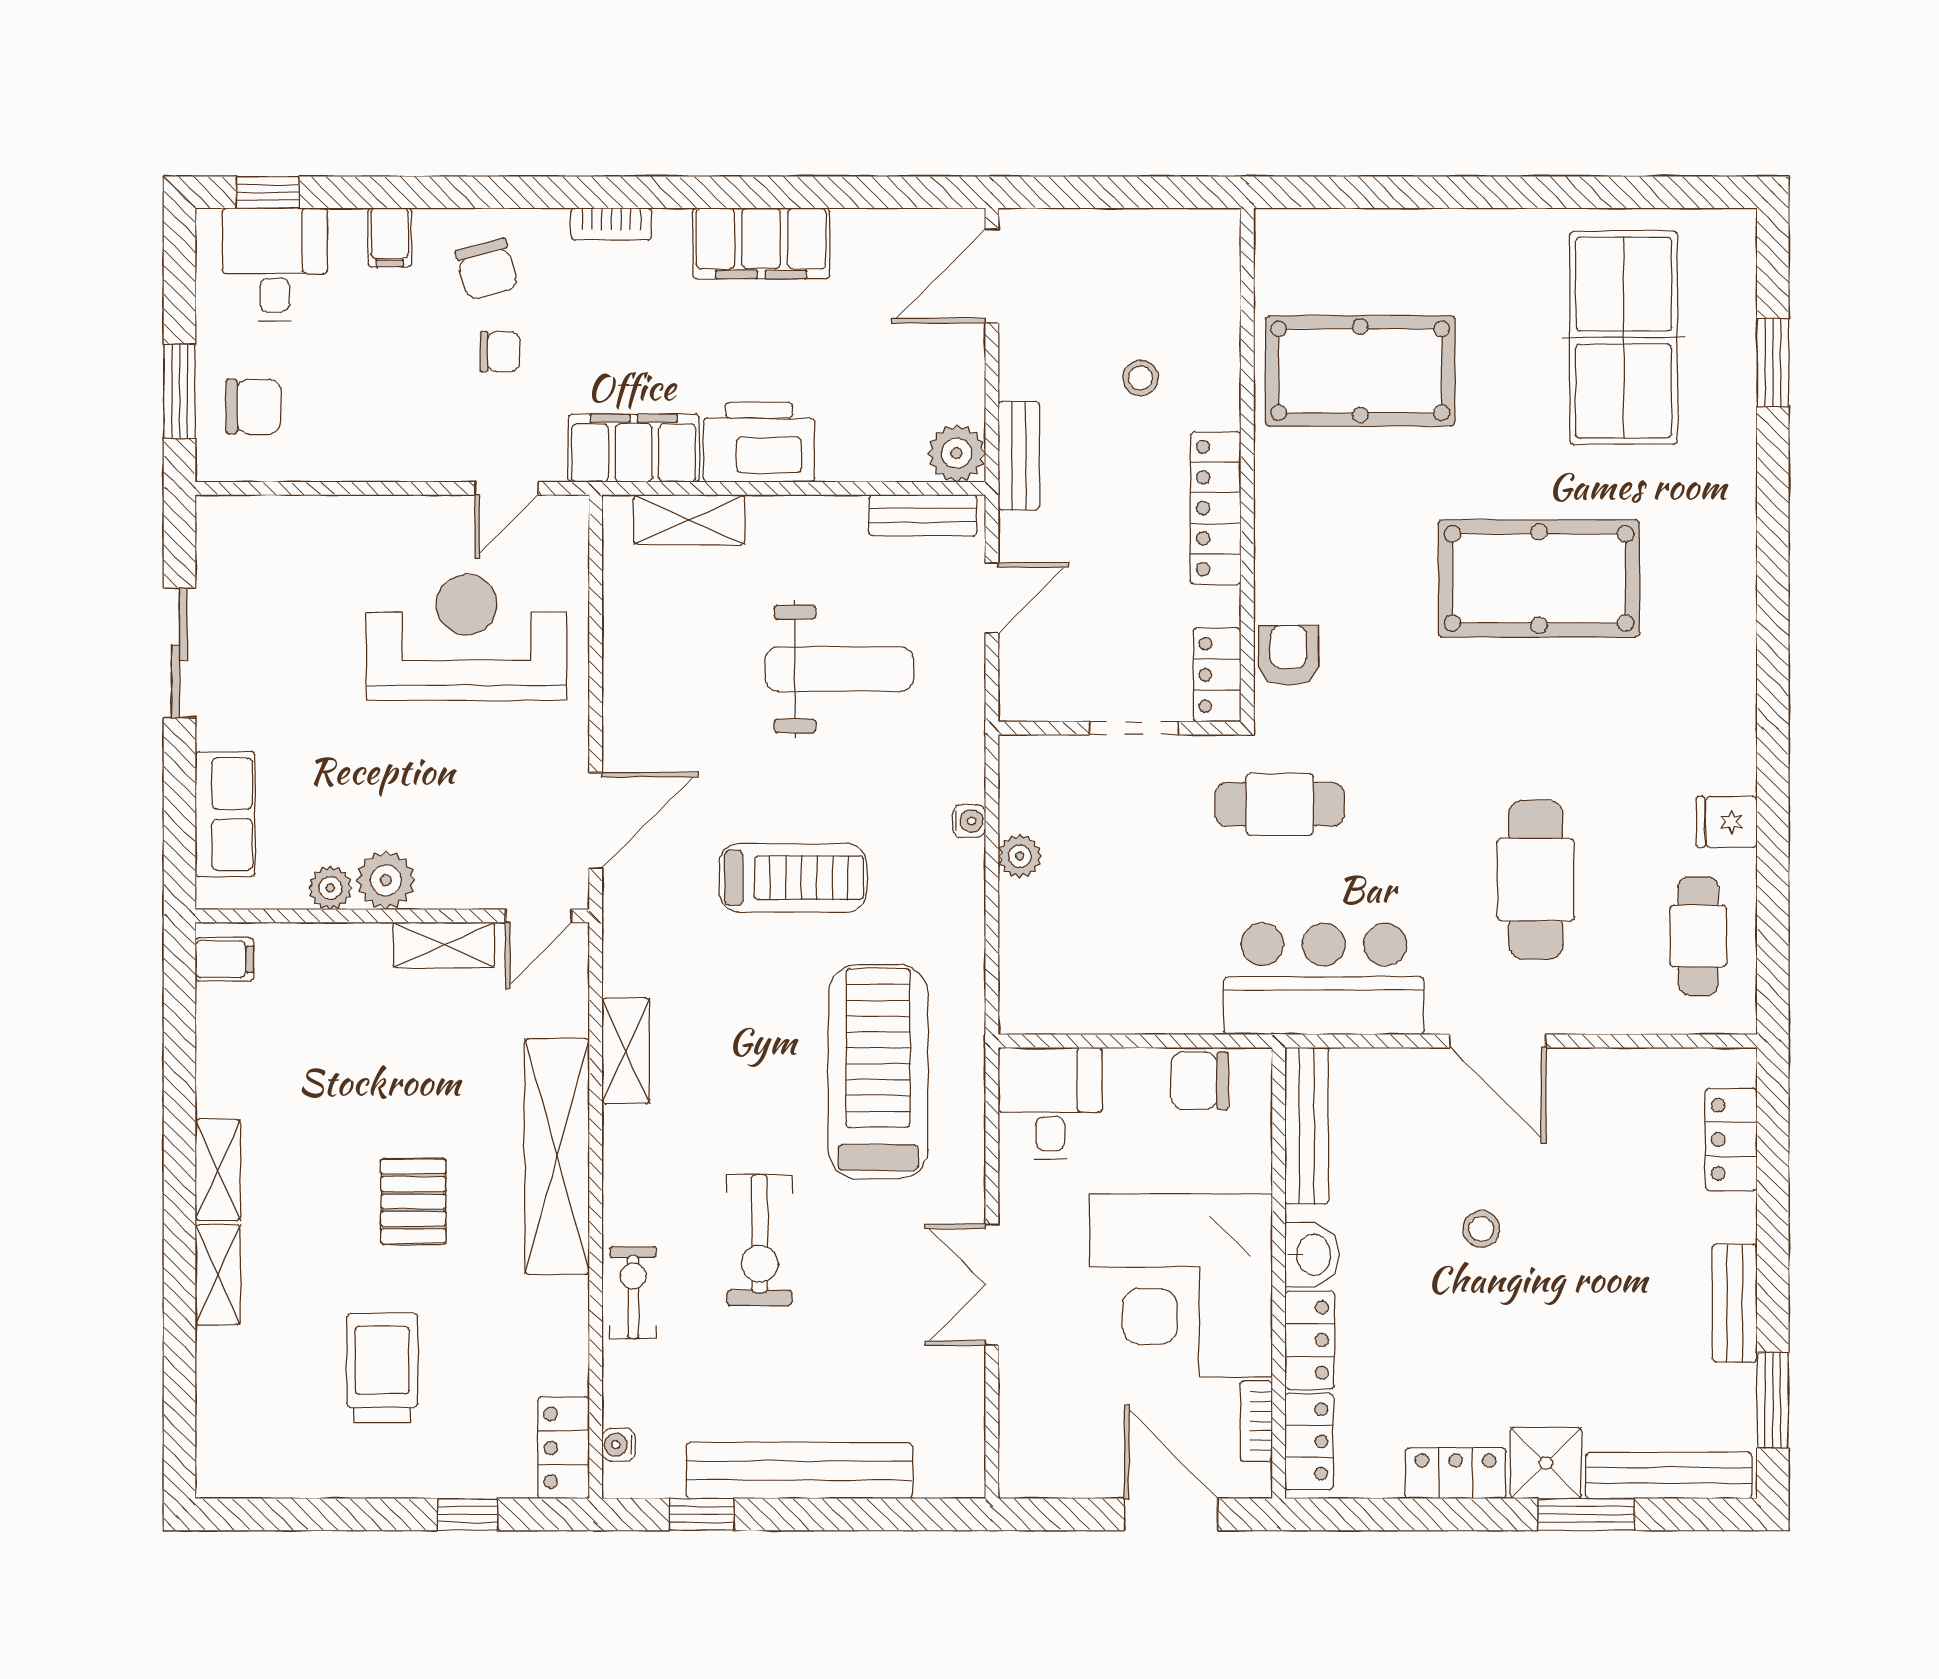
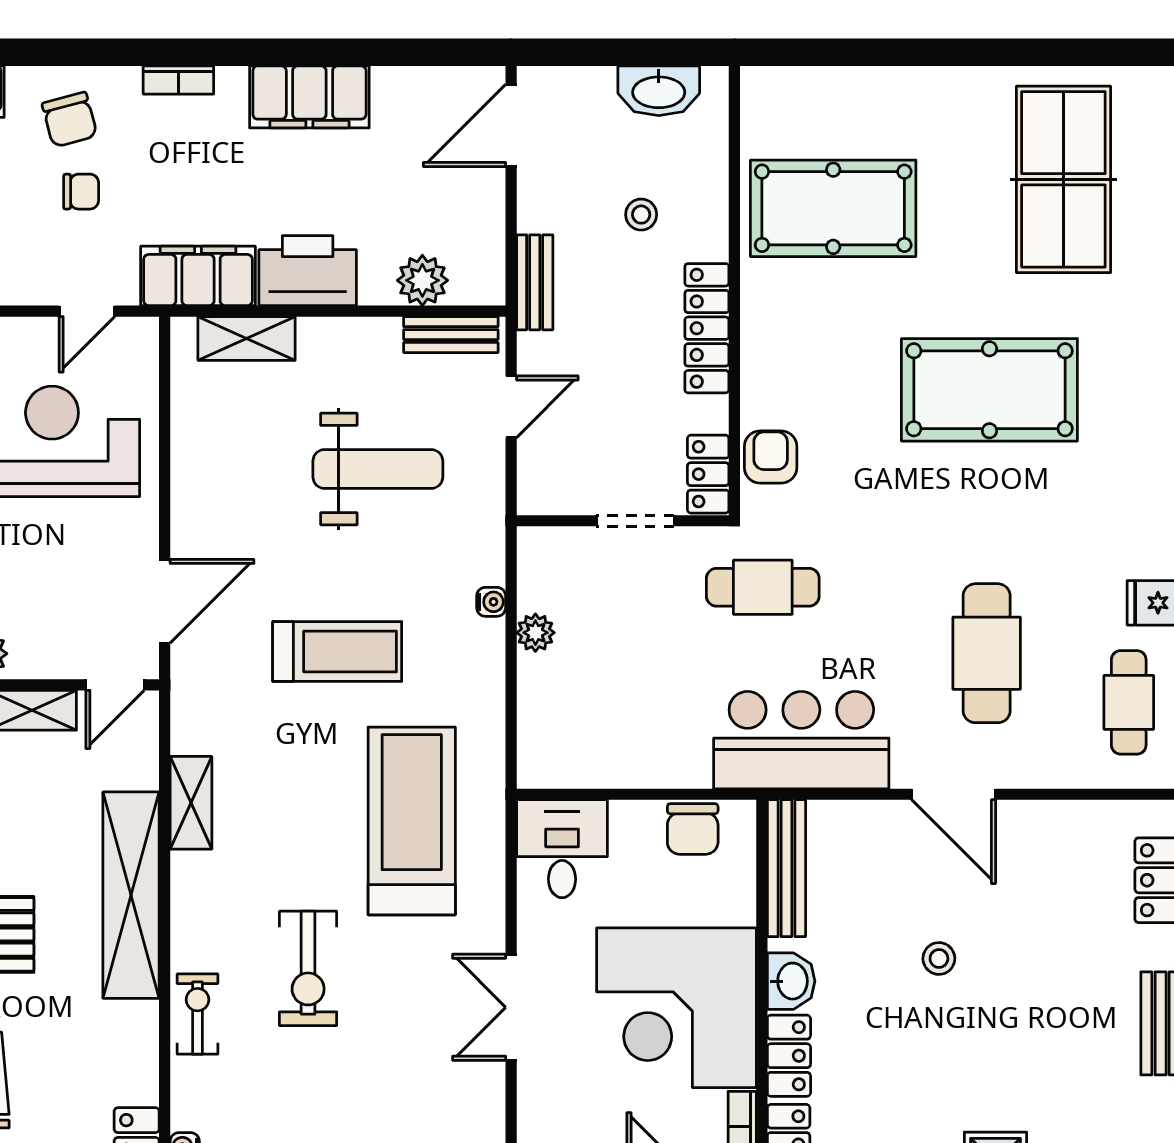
washbasin: (1161, 236) -> (659, 91), added
plant: (957, 453) -> (422, 280), moved
chair: (1199, 1081) -> (693, 829), turned -90

